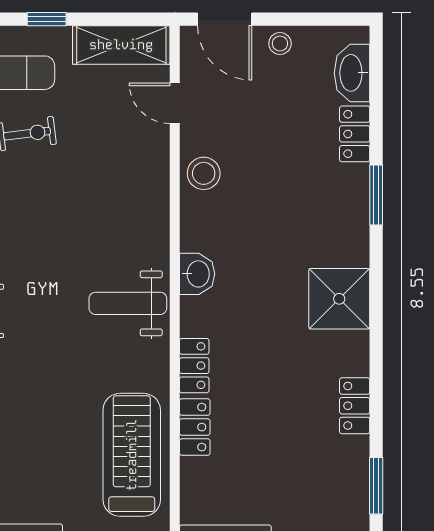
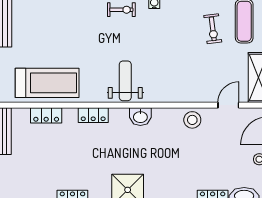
locker: (195, 427) -> (46, 115), moved

